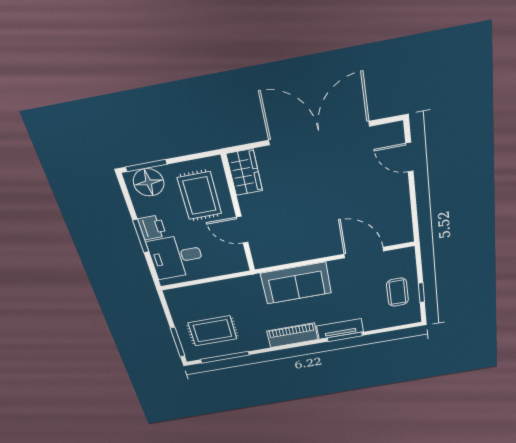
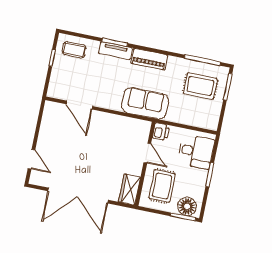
printer: (152, 228) -> (161, 132), moved, turned 180
sofa: (296, 283) -> (145, 103), moved
coffee table: (397, 292) -> (74, 50), moved, turned 90

